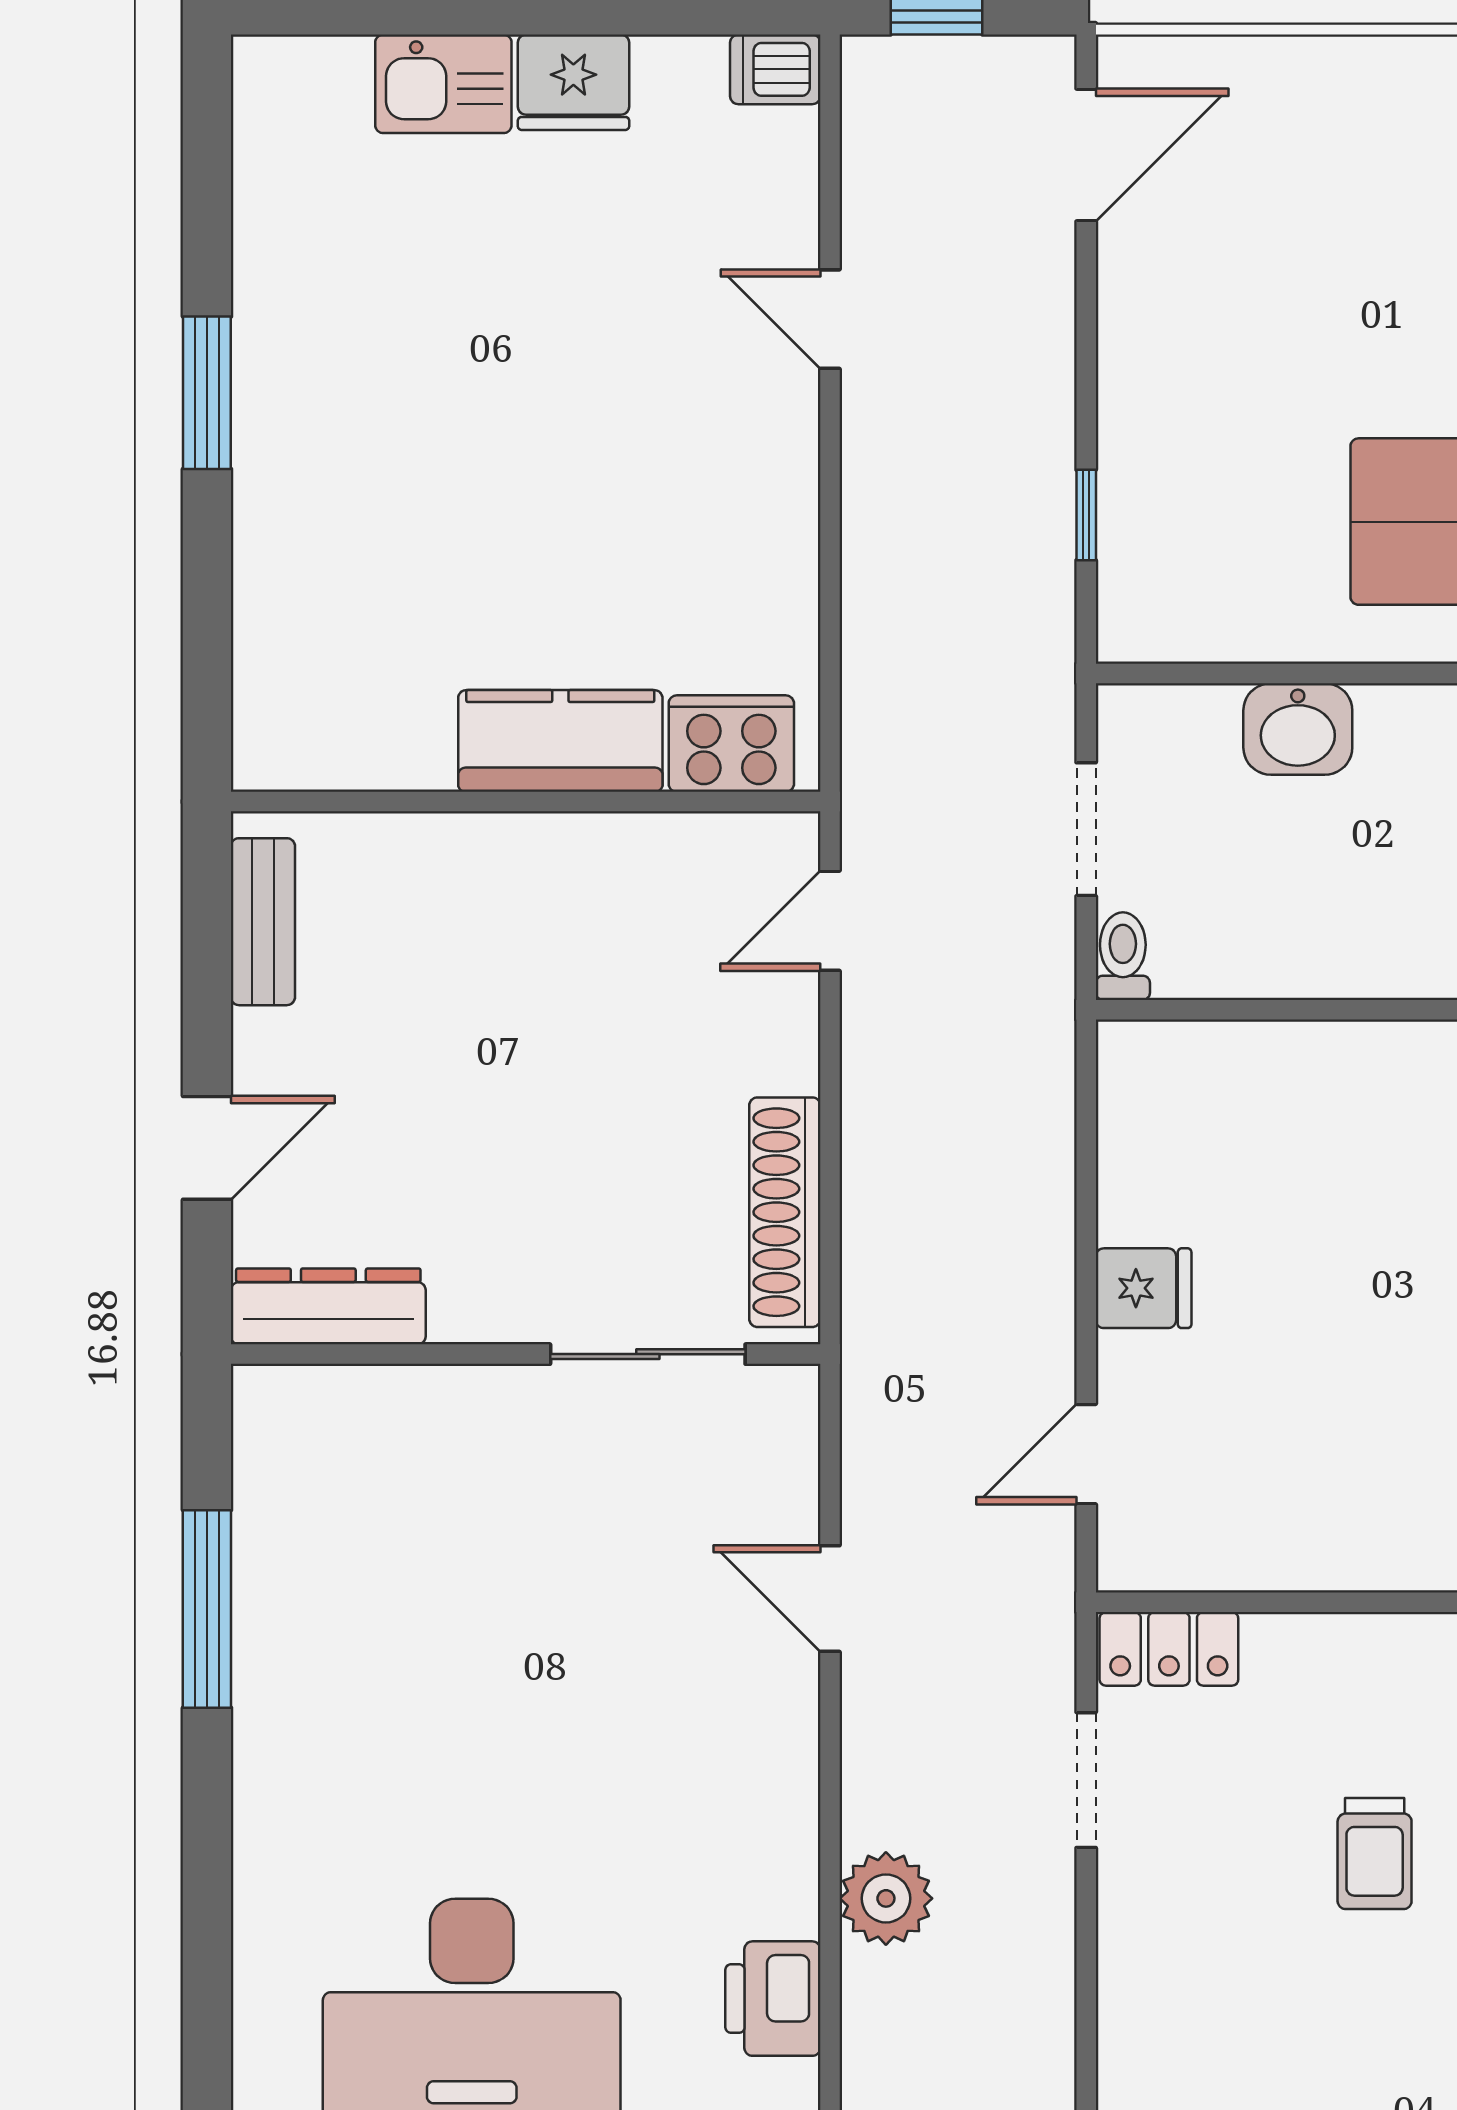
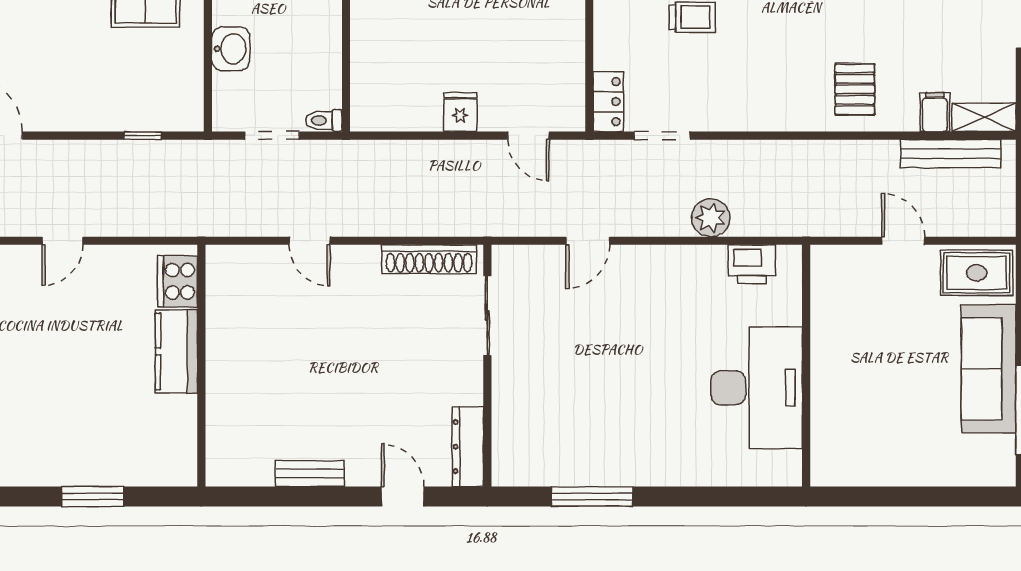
kitchen counter: (560, 741) -> (176, 351), moved
cooker: (731, 744) -> (178, 281), moved
wall: (526, 802) -> (201, 366), moved

